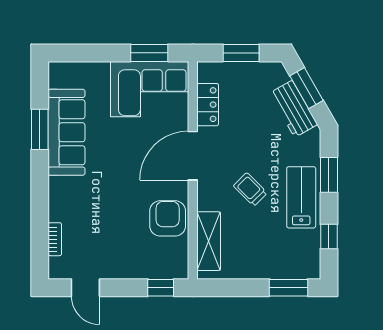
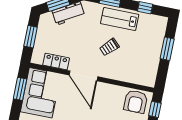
armchair: (168, 218) -> (136, 102), moved, turned -90
shelving: (209, 241) -> (134, 77), removed
window: (288, 288) -> (167, 49), moved

